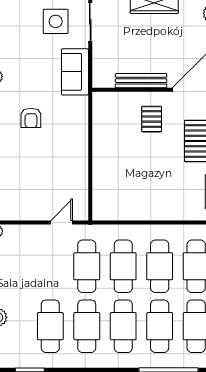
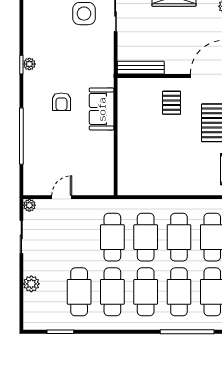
sofa: (75, 72) -> (102, 109), moved
bench: (141, 81) -> (141, 68), moved
door: (62, 222) -> (62, 197), moved

